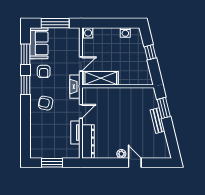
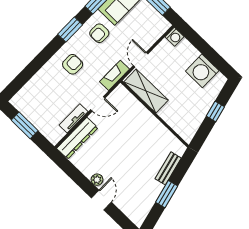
washing machine: (125, 33) -> (202, 71), width x1.89, depth x1.89
door: (81, 64) -> (141, 60), swing flipped
armchair: (46, 103) -> (73, 64), turned 79
window: (164, 108) -> (167, 194), moved
bench: (157, 121) -> (168, 168), moved

